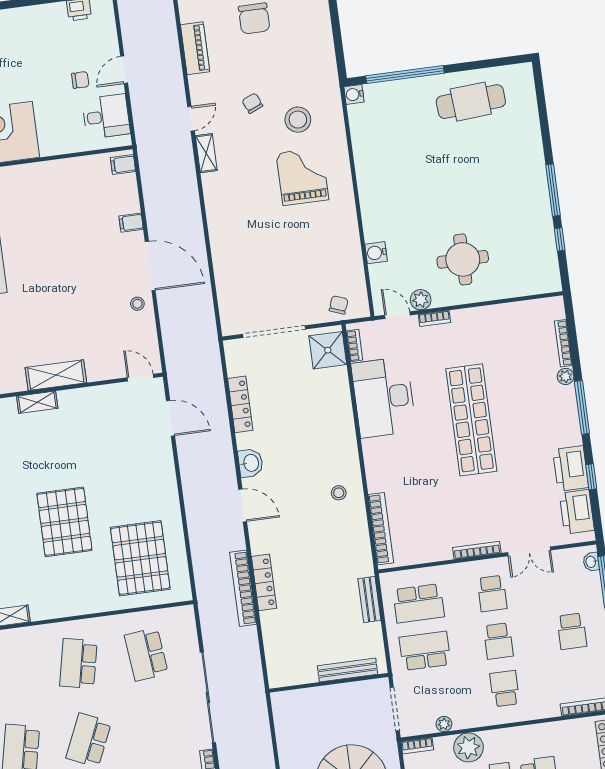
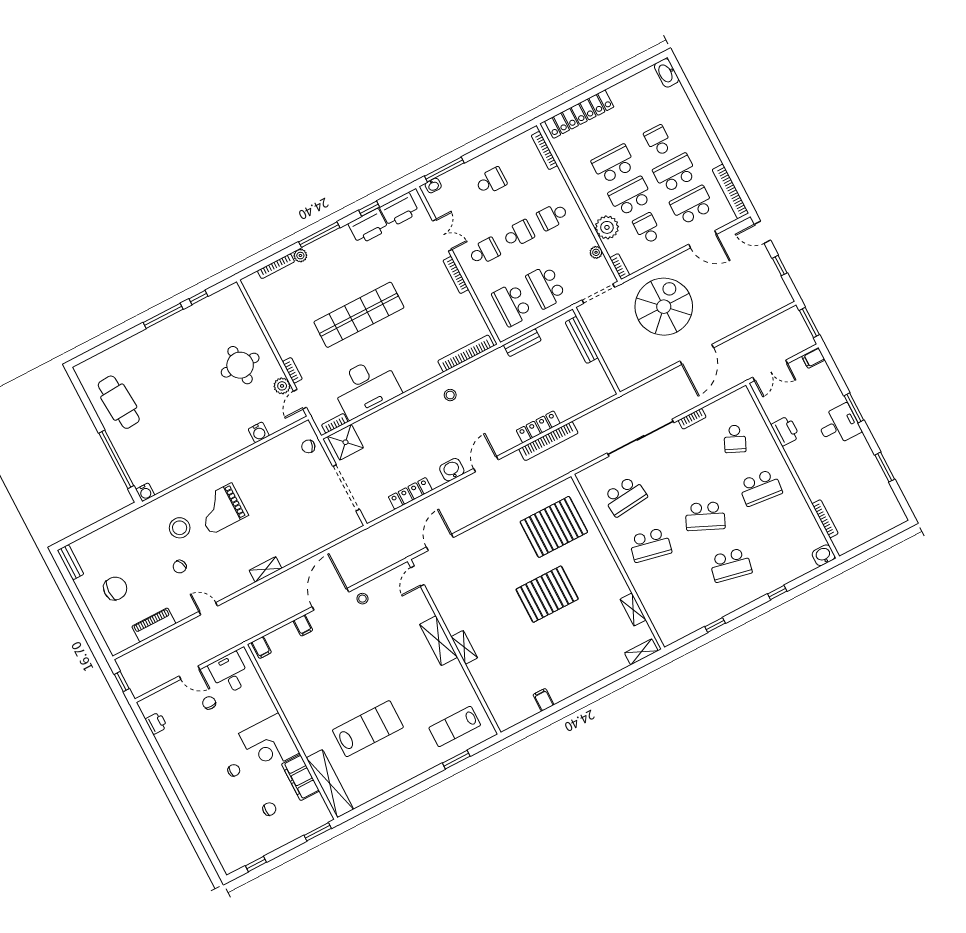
shelving: (206, 153) -> (265, 569), moved
school desk: (419, 603) -> (512, 304), turned 180

